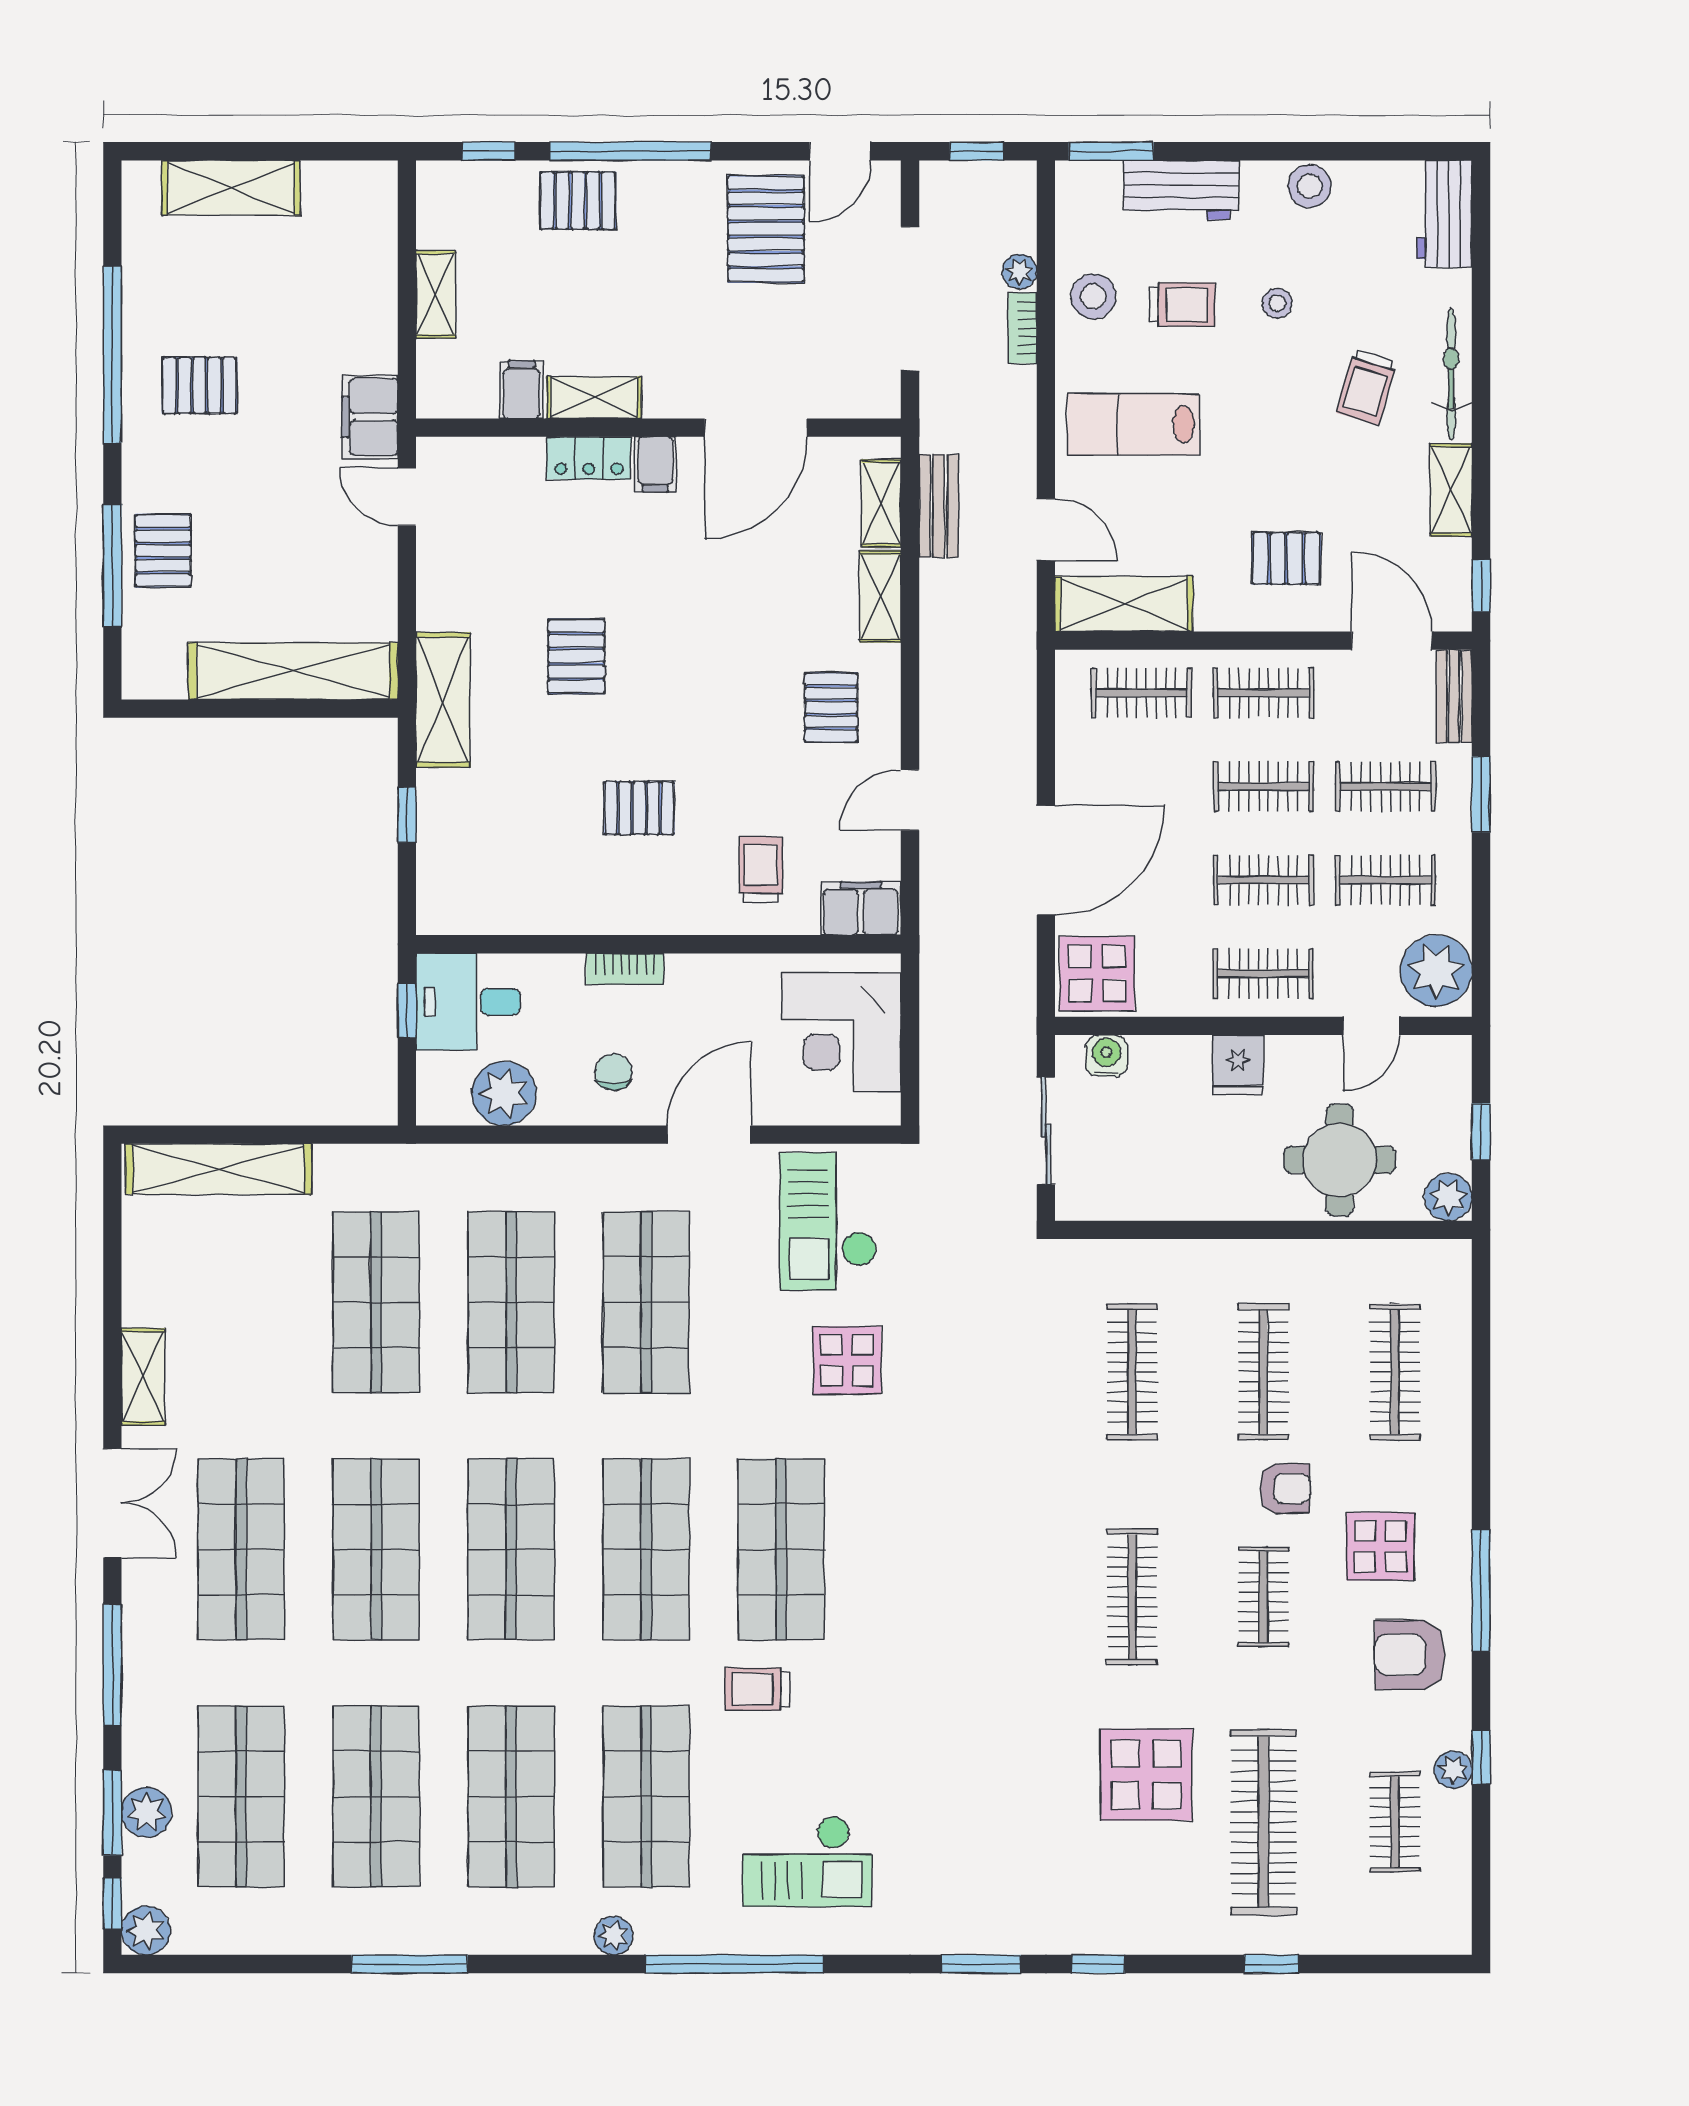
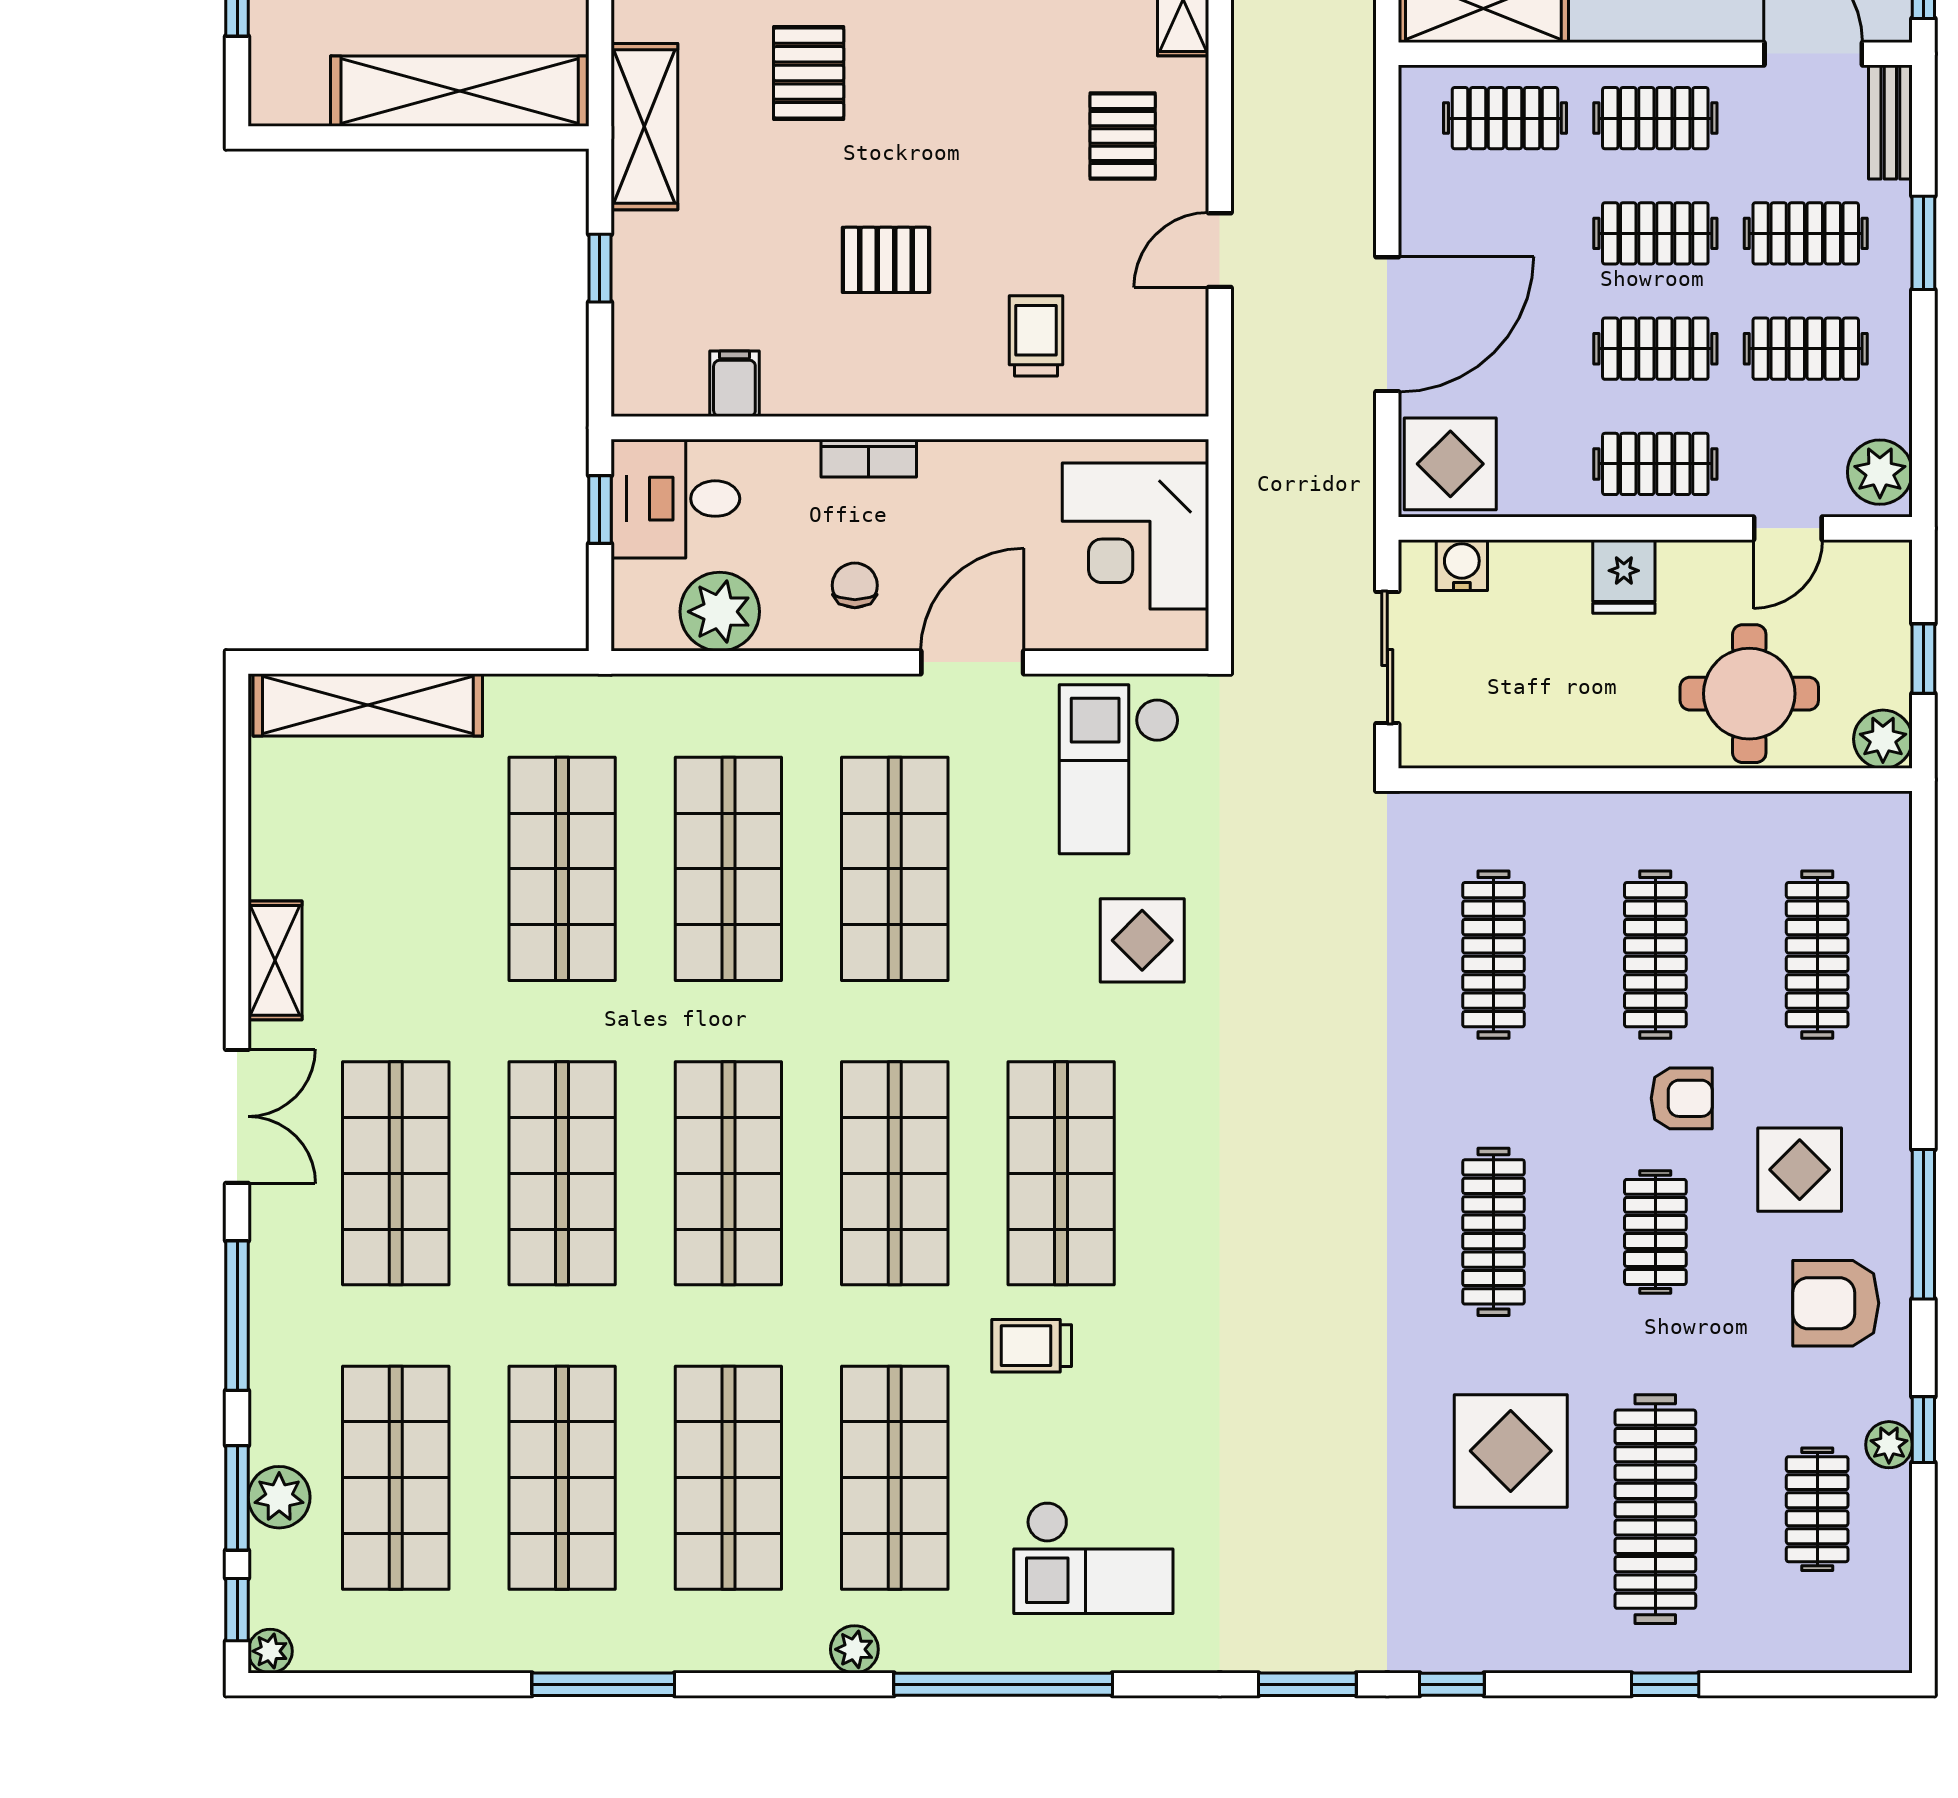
filing cabinet: (861, 909) -> (734, 384), moved, width x0.50
plant: (1436, 971) -> (1880, 472), width x0.73, depth x0.73
plant: (146, 1930) -> (270, 1651), width x0.73, depth x0.73

